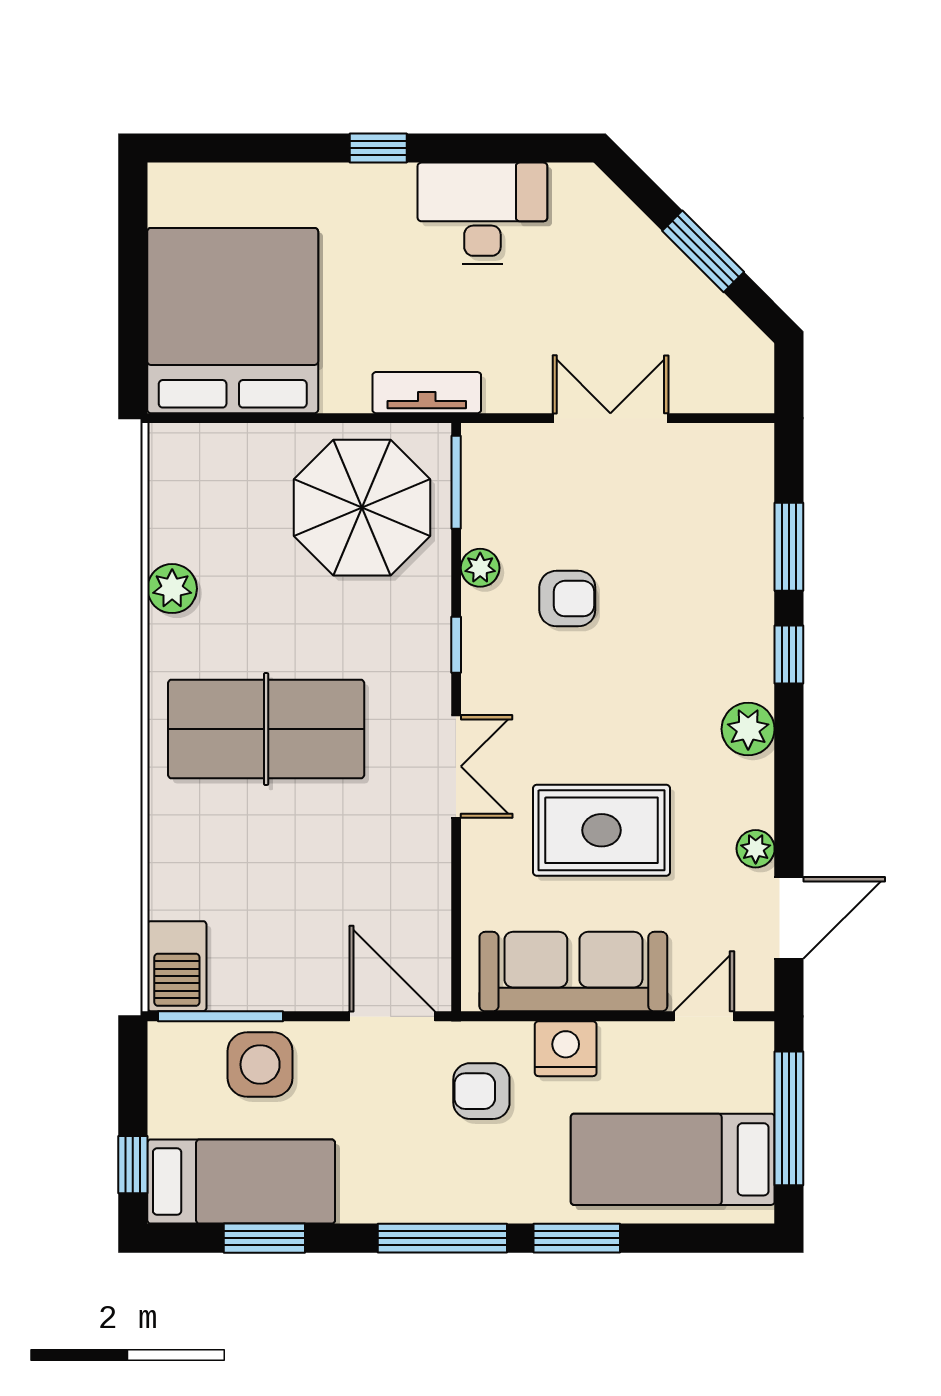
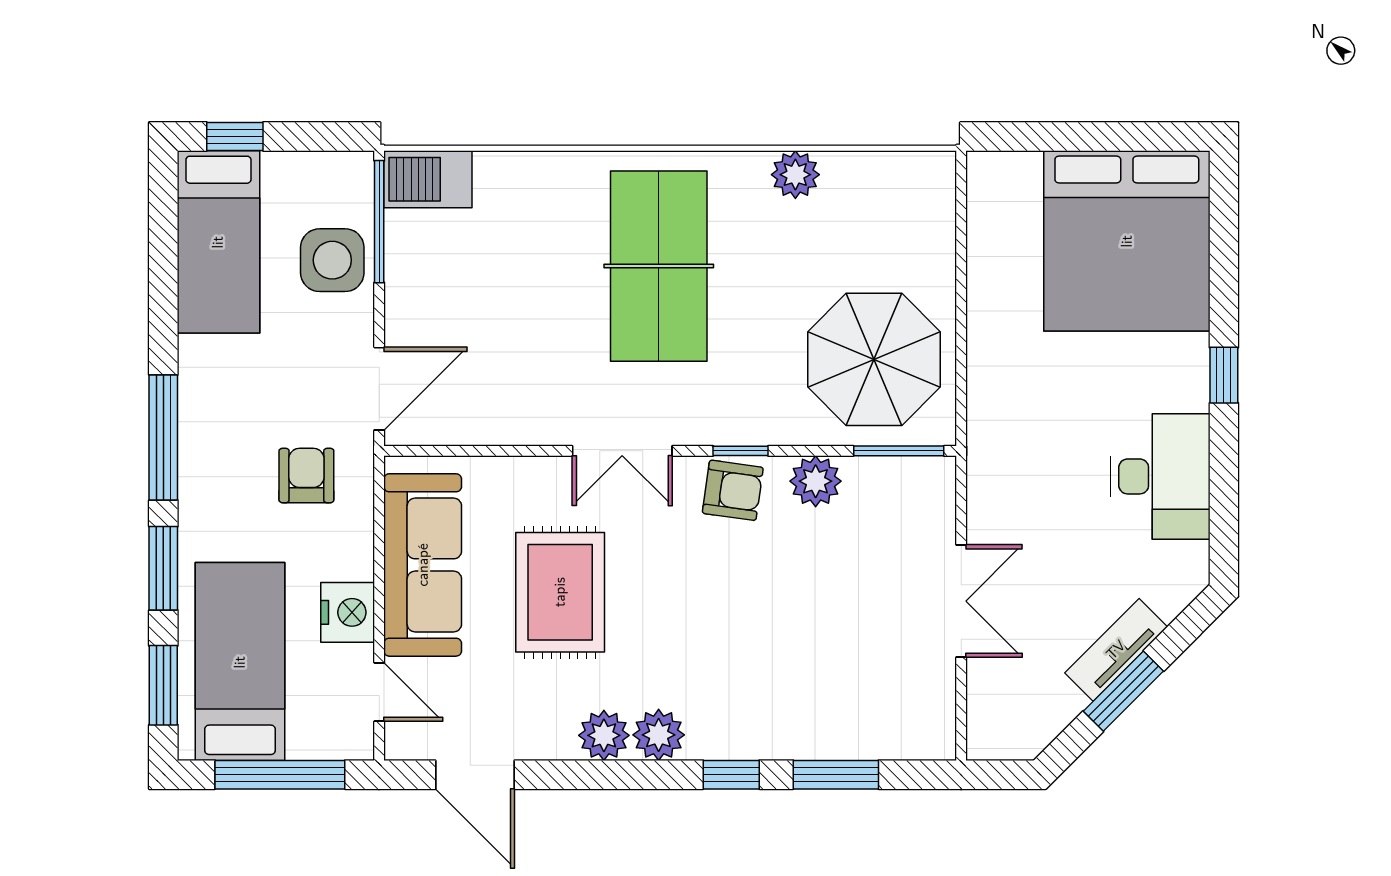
bed: (233, 321) -> (1127, 241), moved, turned 90
tv unit: (427, 393) -> (1116, 650), moved, turned -135
plant: (480, 568) -> (816, 481), width x1.38, depth x1.38
armchair: (567, 599) -> (733, 490), moved, turned -82
plant: (756, 849) -> (604, 735), moved, width x1.38, depth x1.38
nightstand: (566, 1049) -> (348, 612), moved
window: (264, 1238) -> (163, 685), moved

